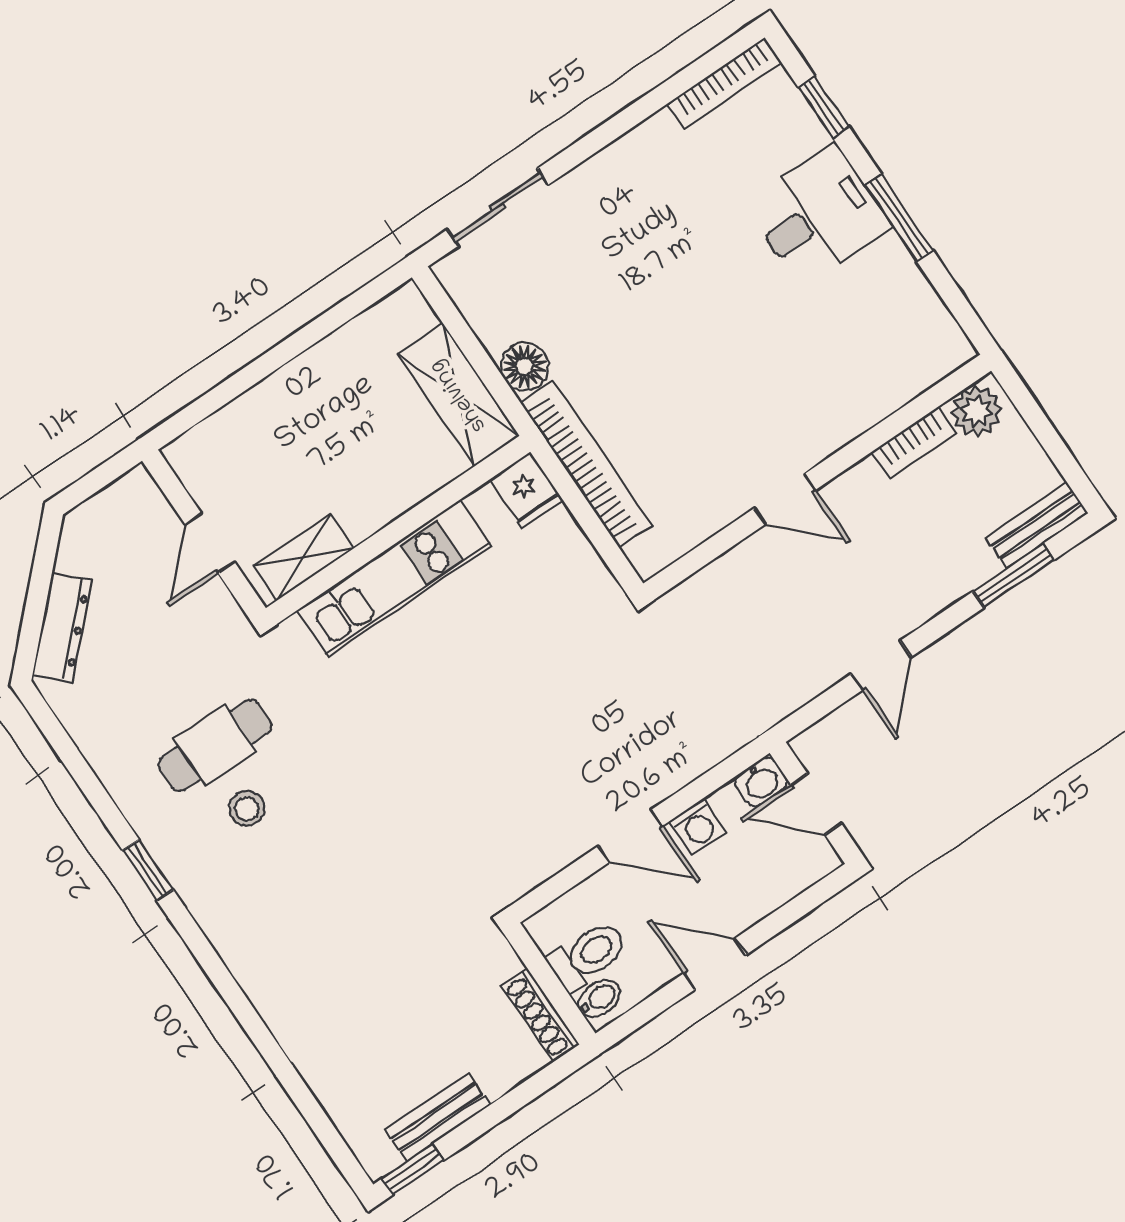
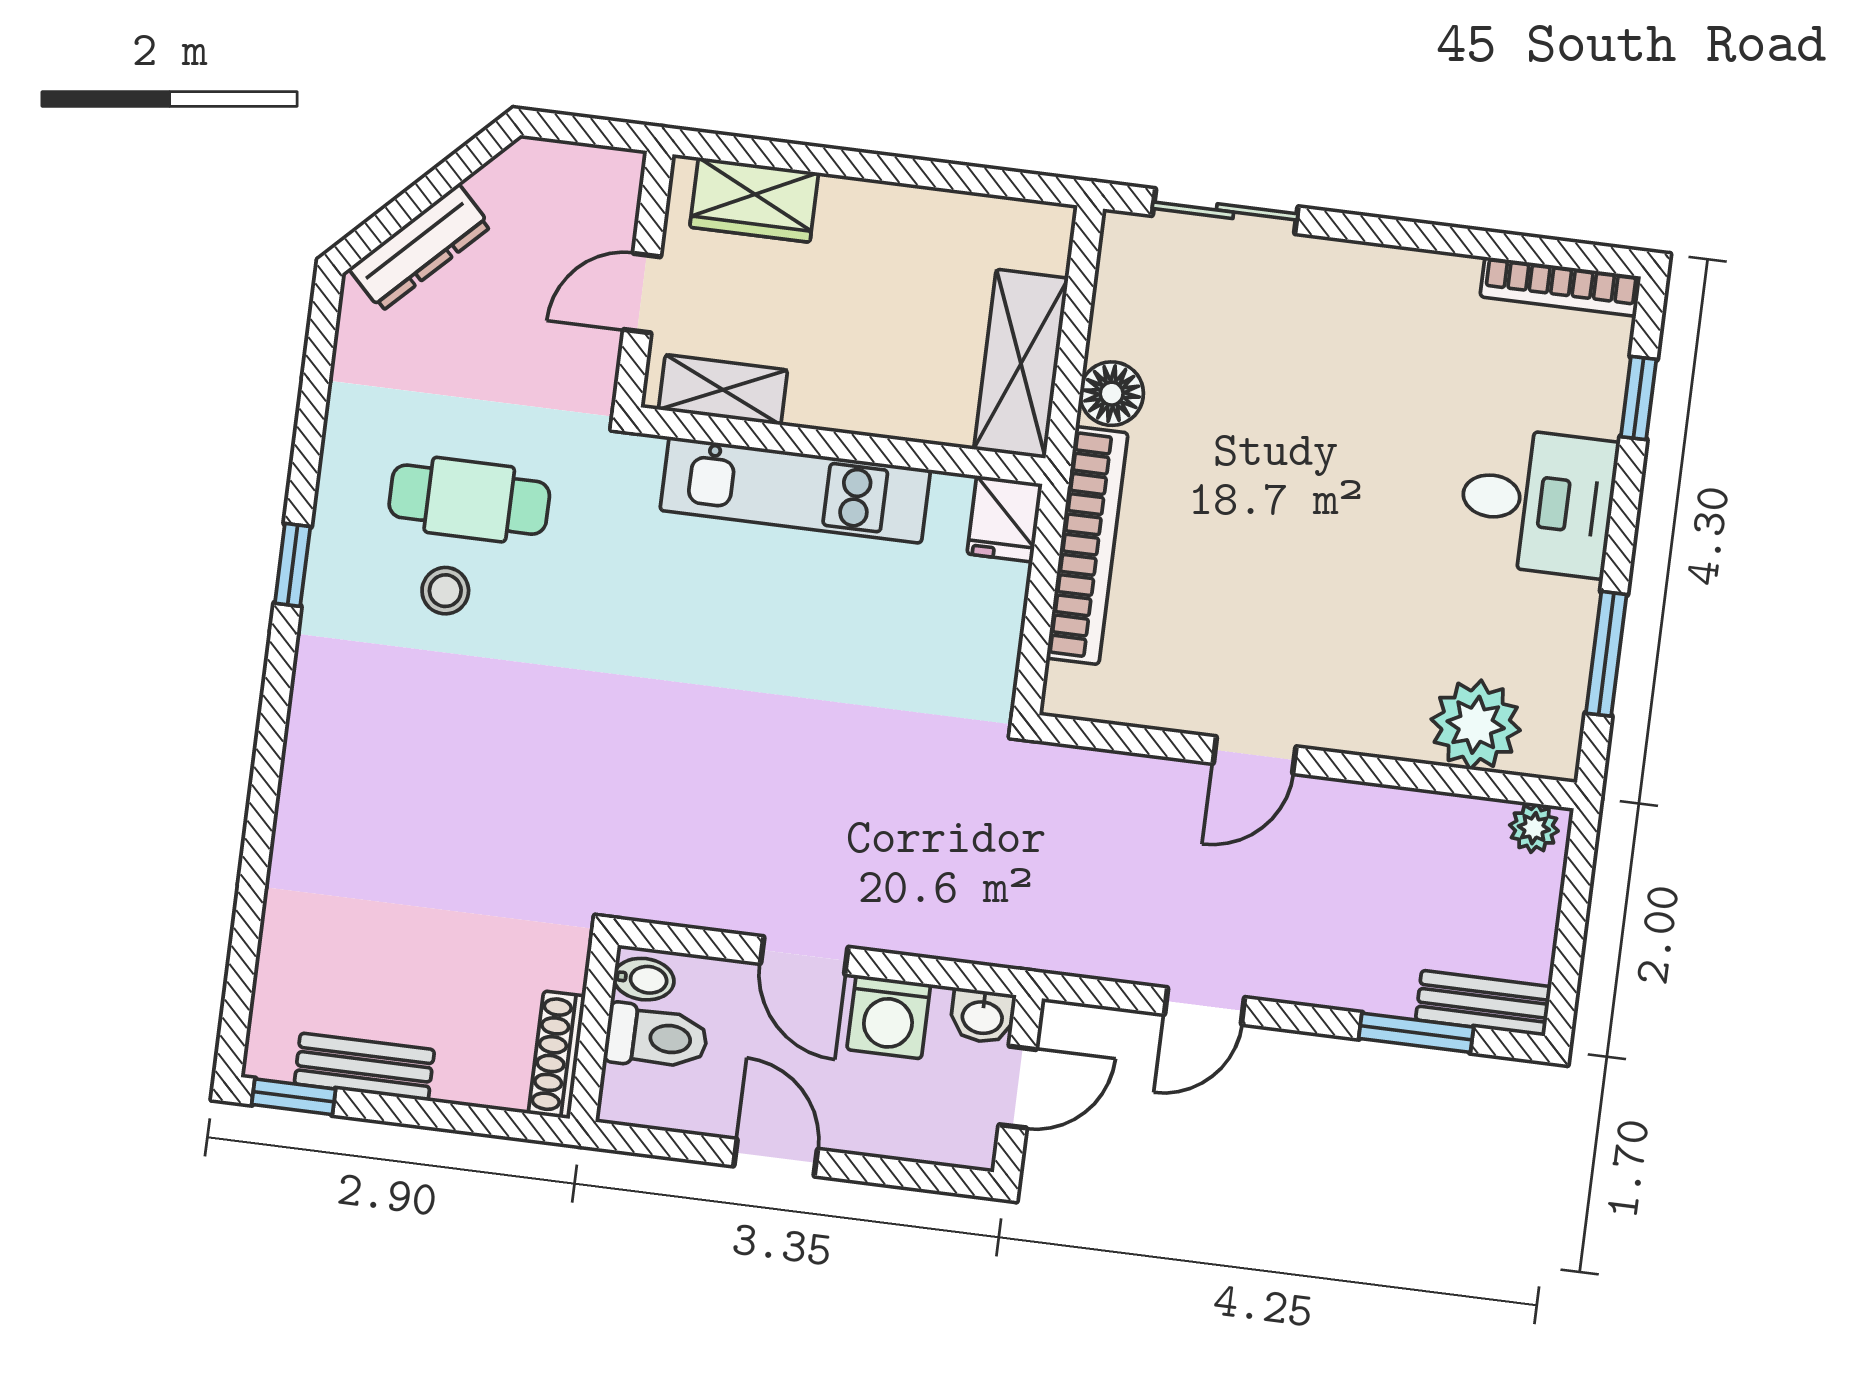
window: (899, 218) -> (1606, 654), moved
plant: (894, 372) -> (1476, 725), added
plant: (977, 411) -> (1534, 828), width x0.73, depth x0.73
wardrobe: (227, 435) -> (754, 200), added
bookcase: (914, 442) -> (1433, 812), removed
door: (785, 499) -> (1255, 755), hinge flipped
door: (816, 804) -> (1018, 1087), swing flipped
washing machine: (698, 827) -> (889, 1017), width x1.38, depth x1.38
bidet: (599, 999) -> (644, 979), moved

